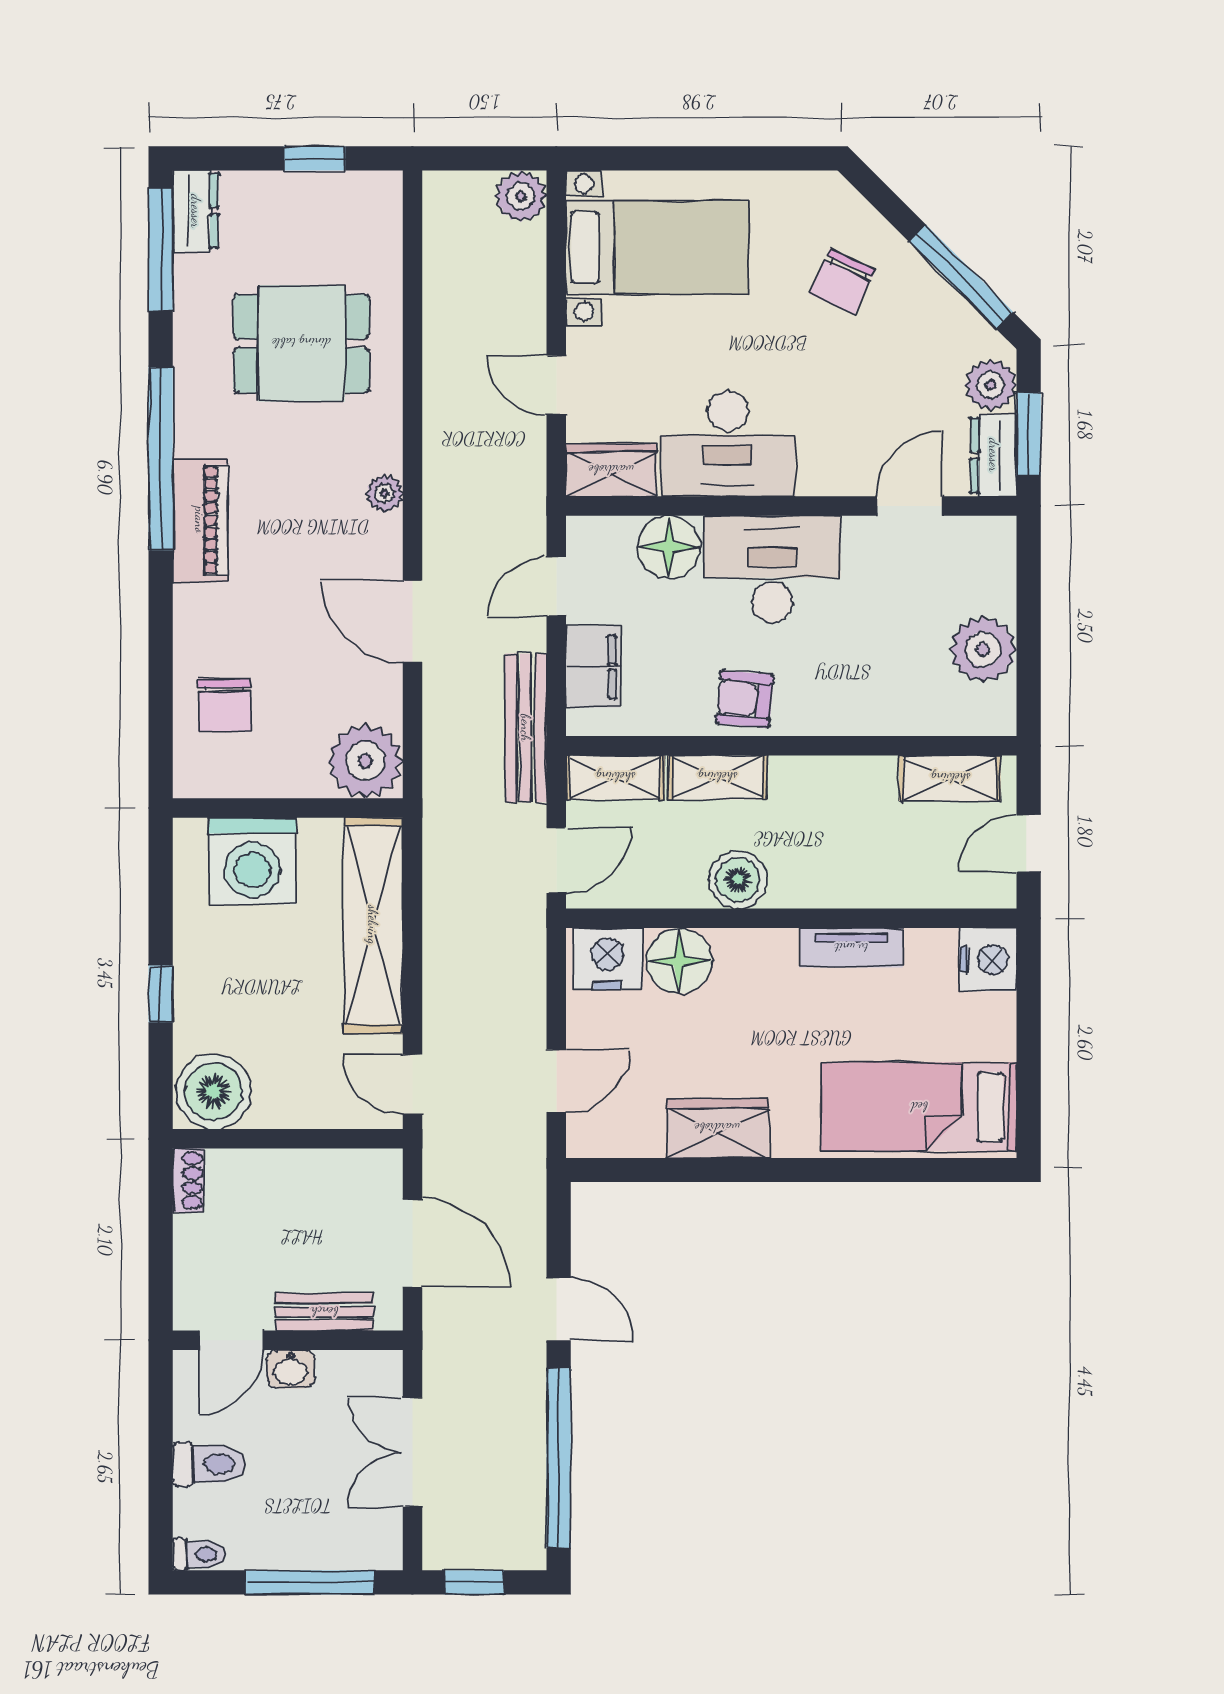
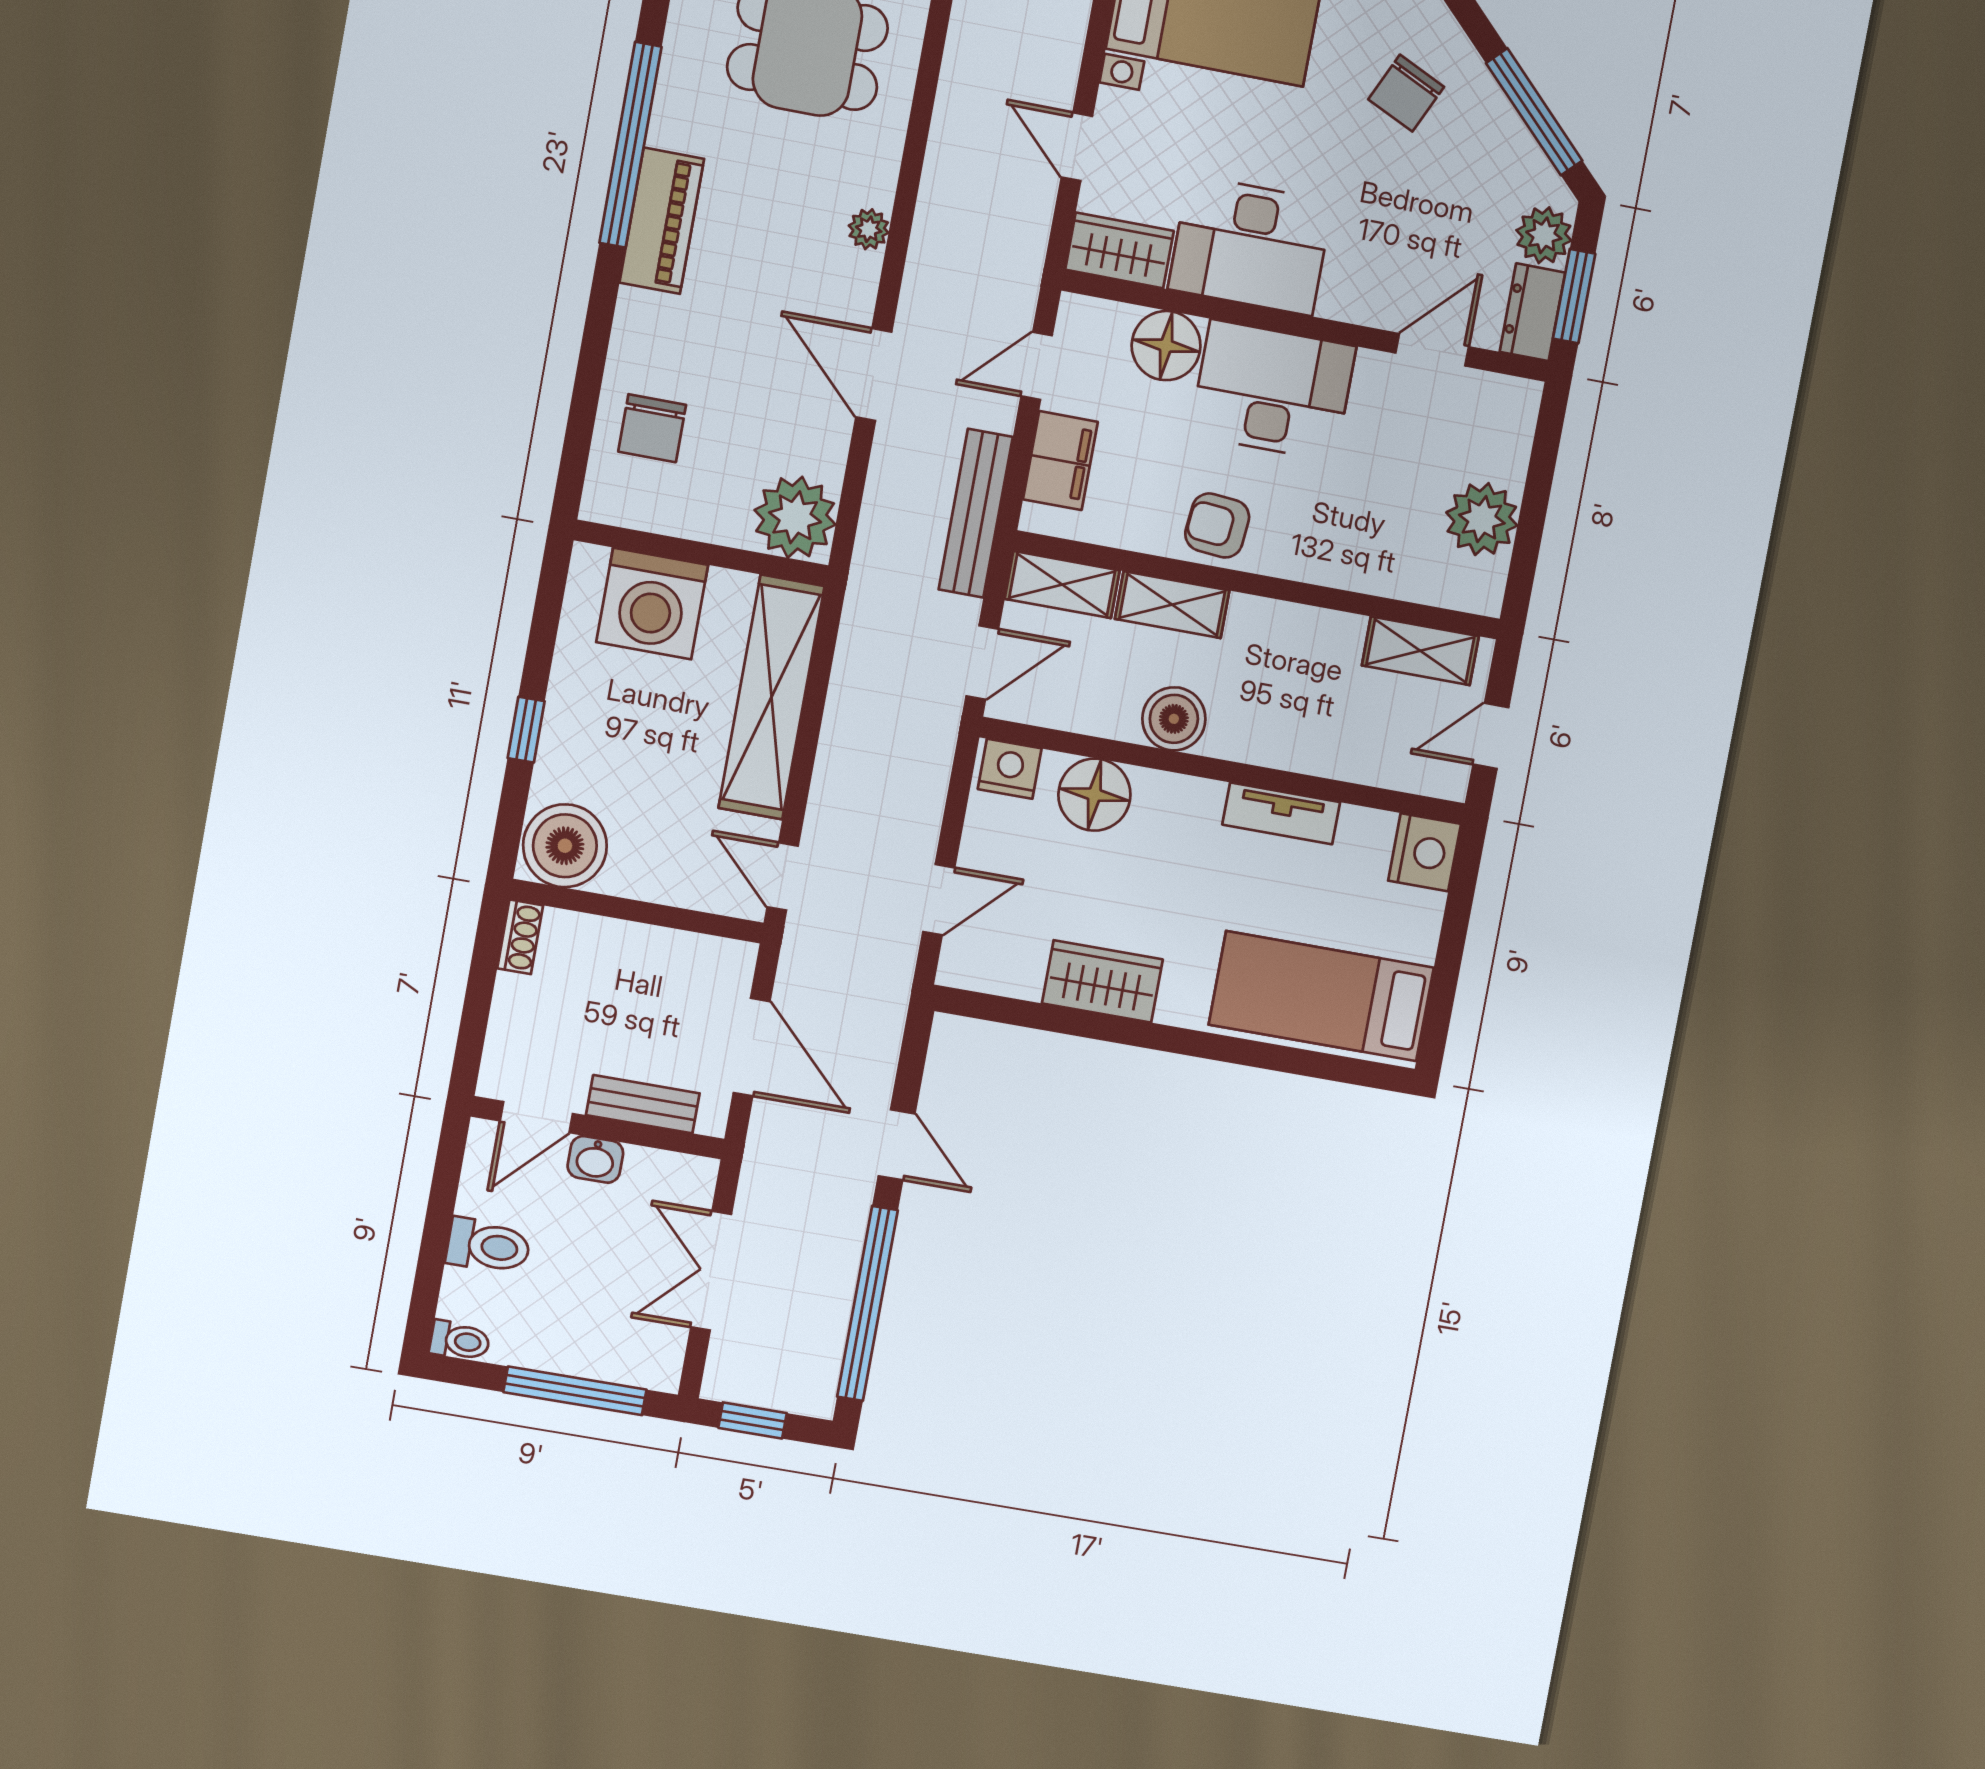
nightstand: (608, 959) -> (1010, 769), width x0.74, depth x0.75

